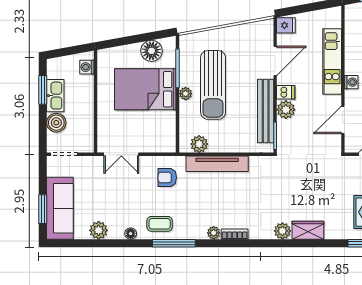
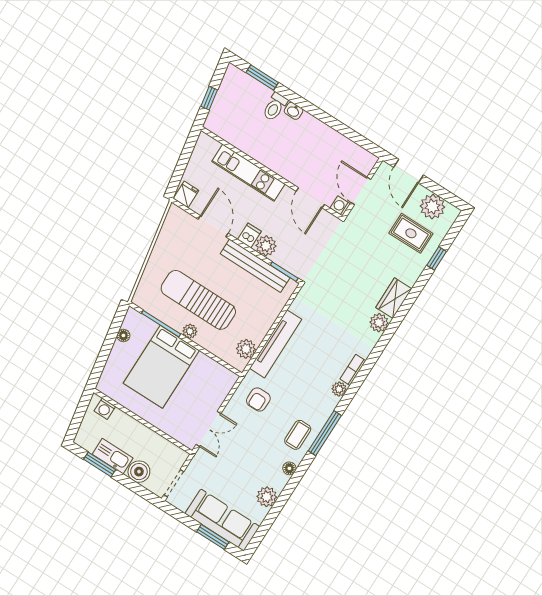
floor lamp: (151, 51) -> (123, 335), width x0.53, depth x0.53
washing machine: (351, 82) -> (340, 206), moved, turned -90
sun lounger: (213, 85) -> (198, 300), turned 180

